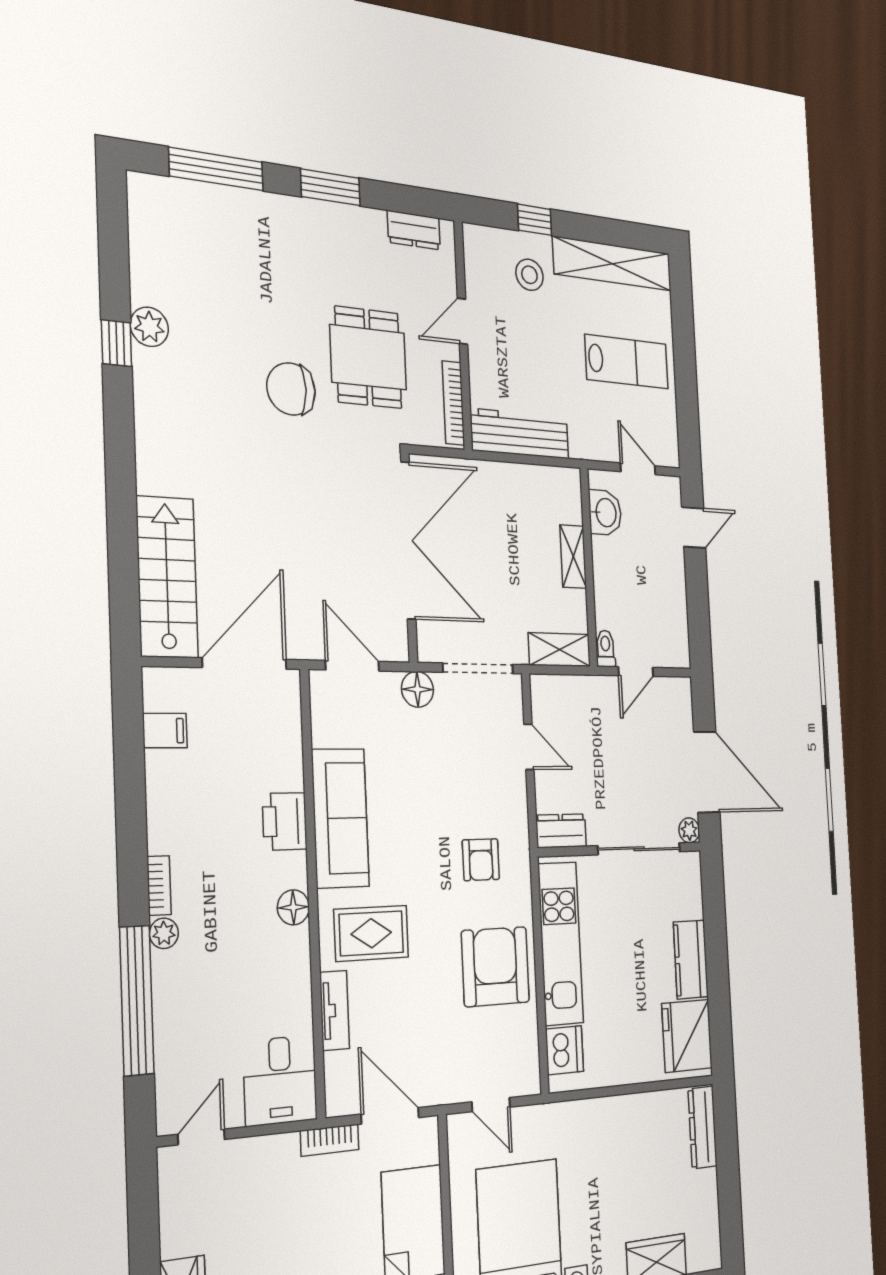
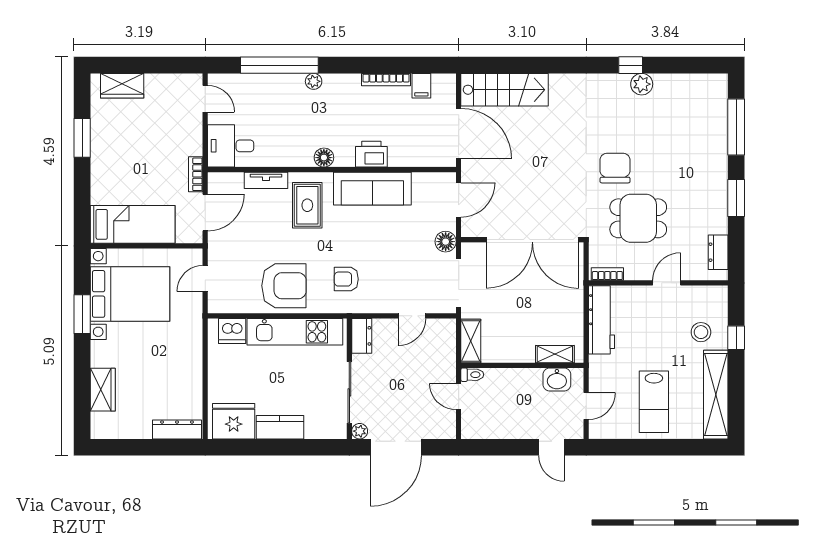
door: (462, 321) -> (667, 283), hinge flipped
bookcase: (453, 403) -> (607, 274), width x0.64
shelving: (573, 557) -> (555, 354), moved
bookcase: (159, 885) -> (386, 80), moved, width x1.56

